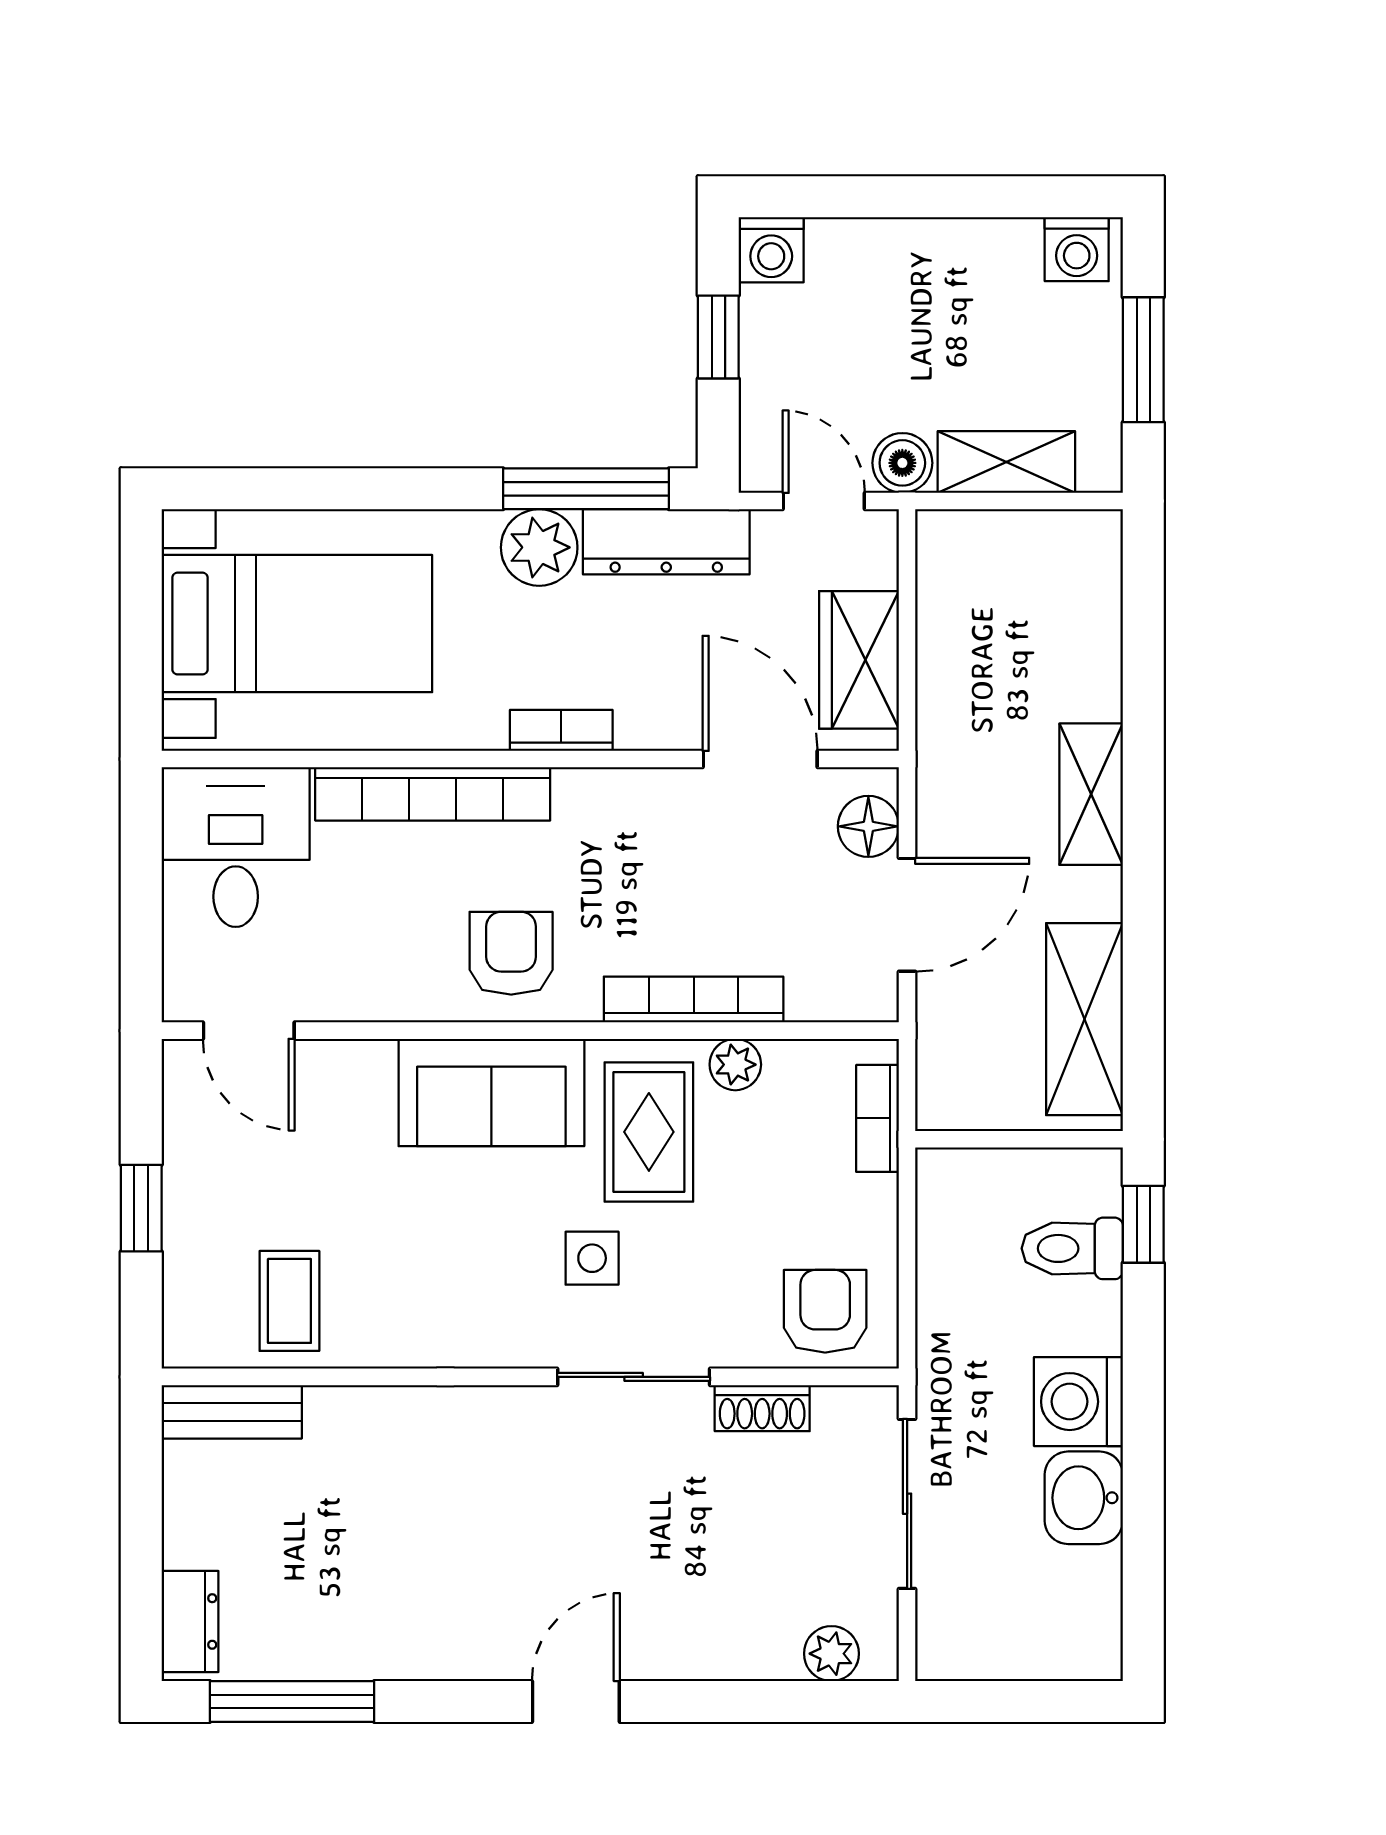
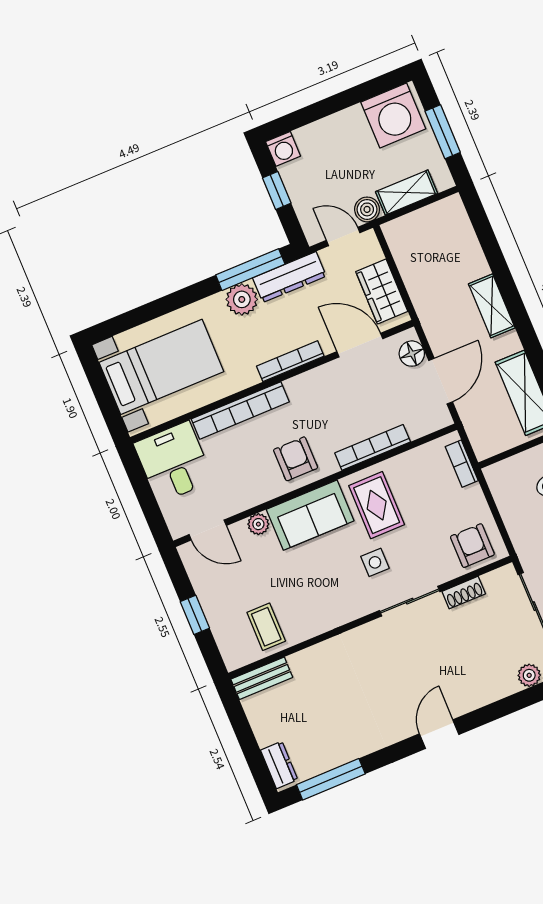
washing machine: (1077, 249) -> (393, 115), width x1.89, depth x1.89
bookcase: (561, 730) -> (290, 361), width x1.56
plant: (735, 1065) -> (258, 524), moved

